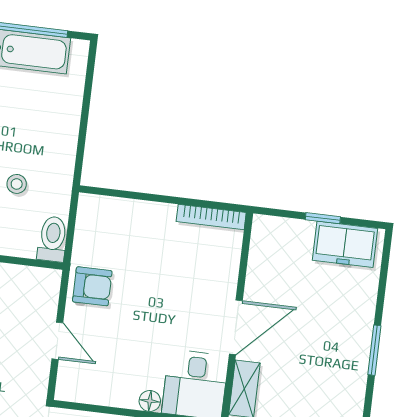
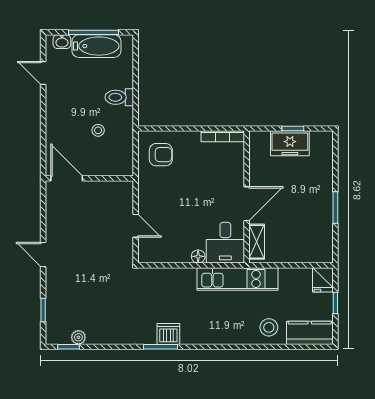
toilet: (53, 239) -> (119, 97), moved, turned -90
freezer: (345, 244) -> (290, 143), moved
armchair: (92, 286) -> (161, 155), moved

